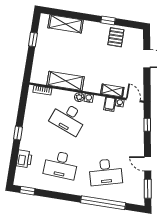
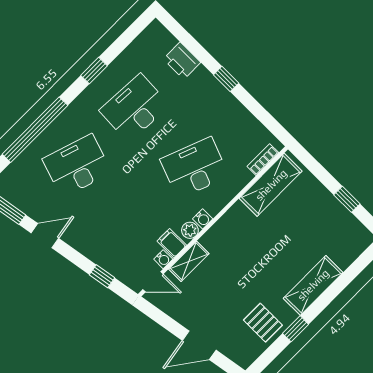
shelving: (66, 24) -> (313, 285), moved
shelving: (65, 81) -> (271, 185), moved
plant: (79, 97) -> (190, 230), moved
desk: (106, 172) -> (77, 166), turned 33
window: (27, 191) -> (94, 71), moved

